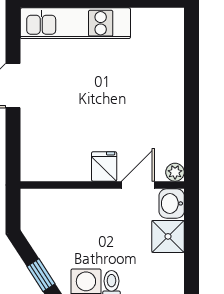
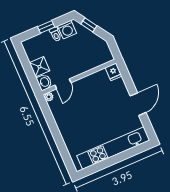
kitchen unit: (75, 23) -> (113, 148), width x1.36
fridge: (104, 166) -> (114, 72), moved

